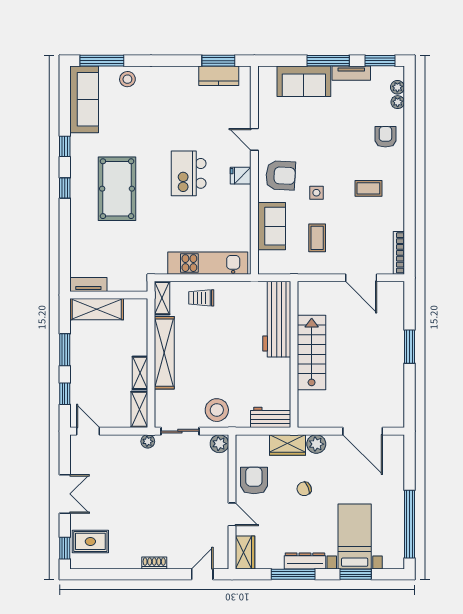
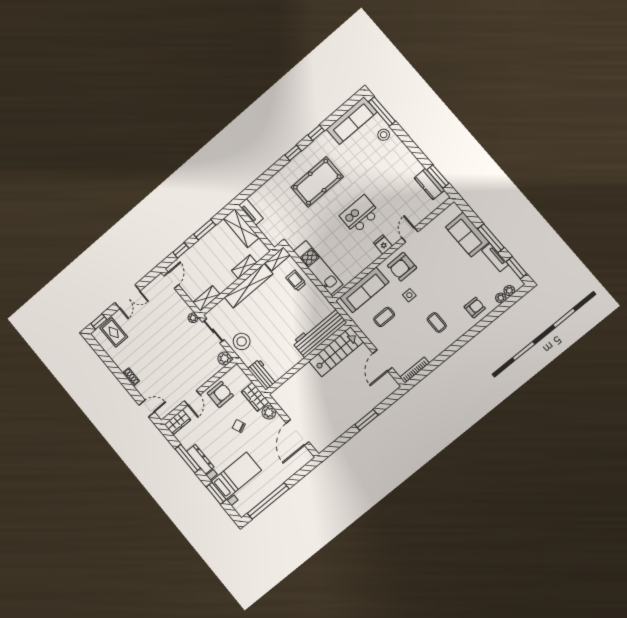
armchair: (281, 175) -> (402, 267), turned 87
sofa: (272, 226) -> (364, 290), width x1.36
stairs: (312, 353) -> (336, 352), moved
shelving: (140, 373) -> (244, 267), moved

